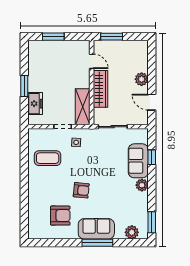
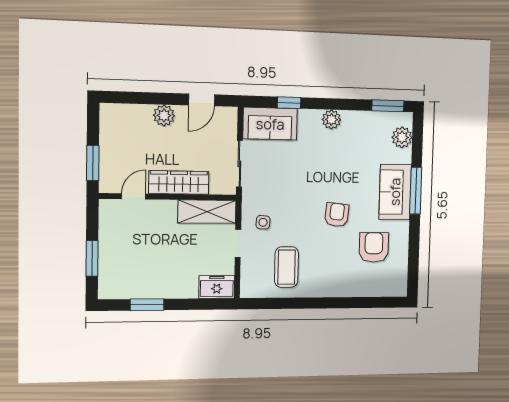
window: (24, 86) -> (147, 305), moved
freezer: (35, 104) -> (217, 287), moved
sofa: (138, 161) -> (270, 124), moved

